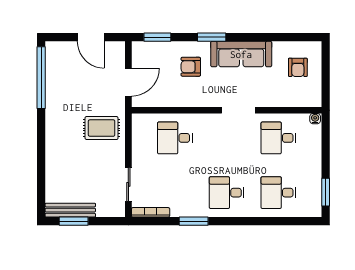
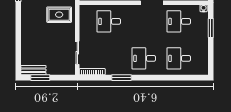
window: (326, 192) -> (211, 28), moved
bench: (70, 210) -> (33, 70), width x0.73

